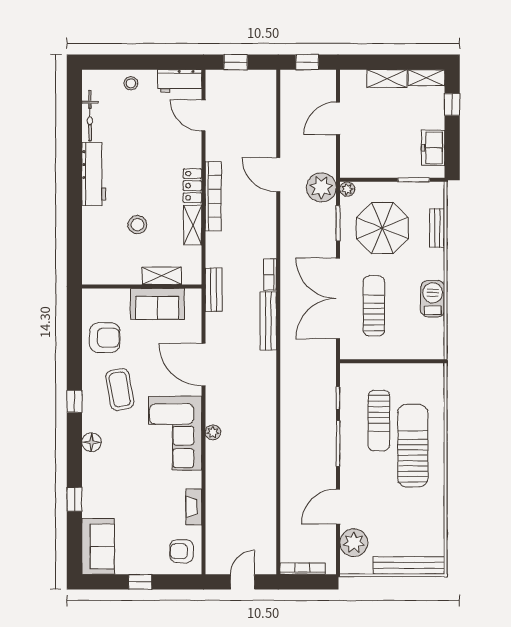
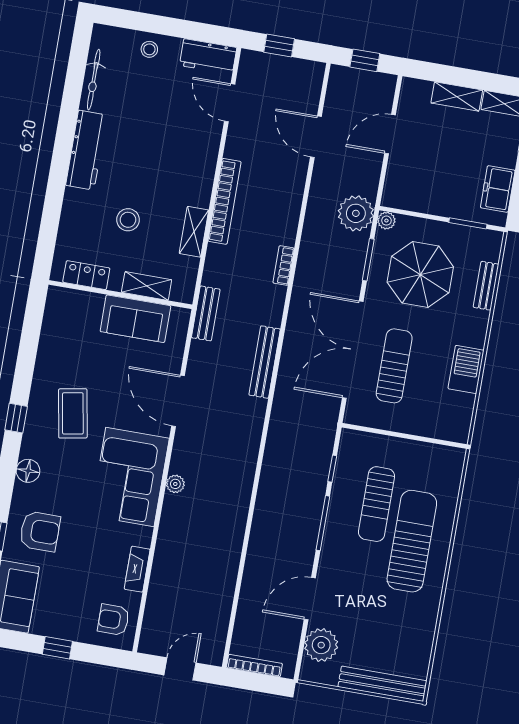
door: (278, 175) -> (316, 137), moved
locker: (192, 186) -> (86, 275), moved, turned 90
bookcase: (270, 275) -> (284, 266), moved
armchair: (105, 338) -> (40, 531), moved

